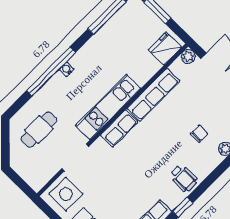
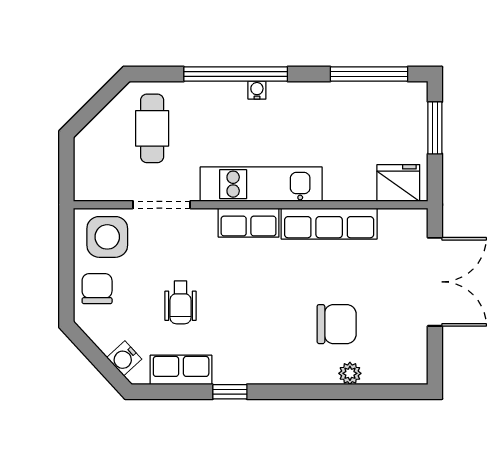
plant: (188, 57) -> (416, 220), removed
cafe table: (39, 130) -> (152, 128), turned 90
chair: (199, 134) -> (337, 324), width x1.87, depth x1.87
wheelchair: (184, 178) -> (181, 302), moved

